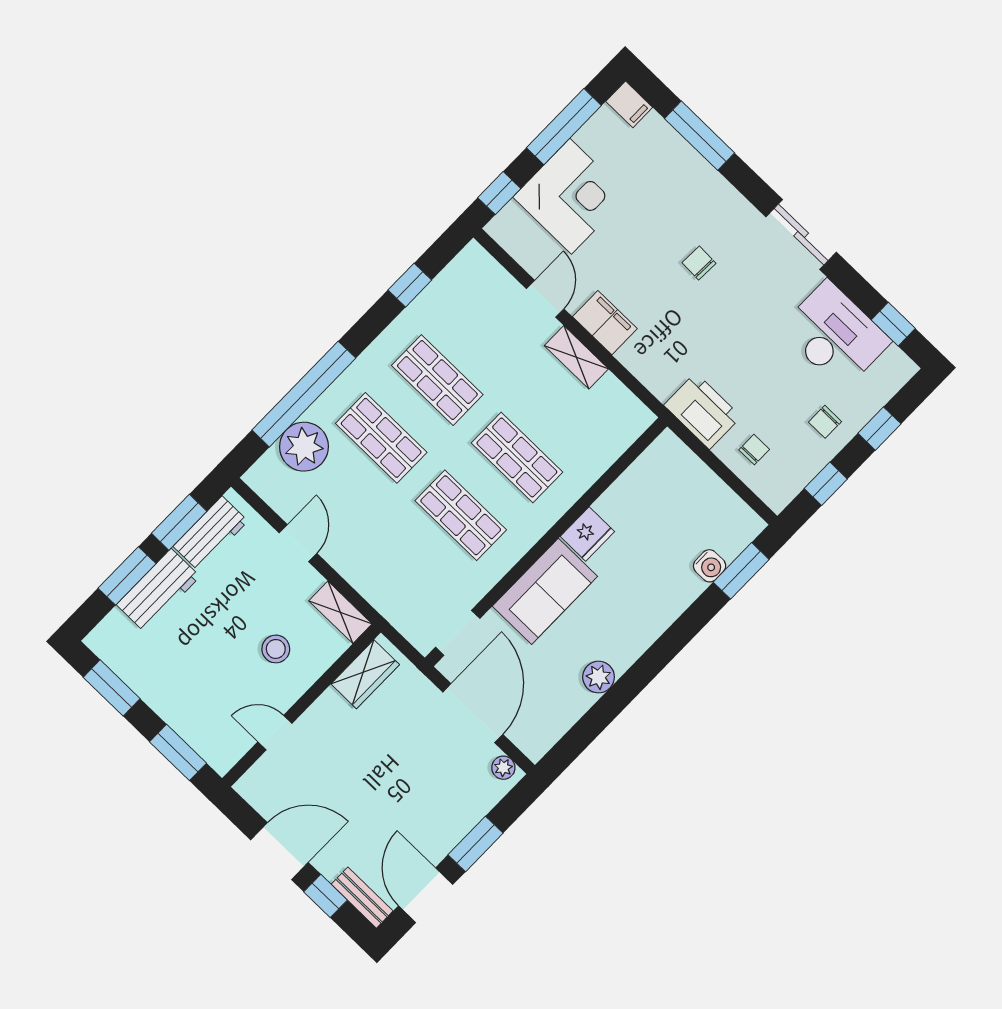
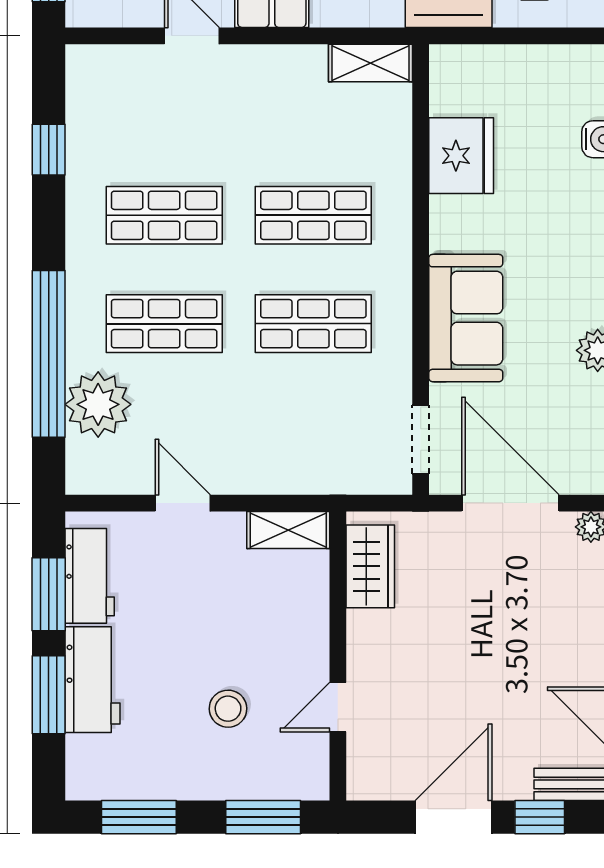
shelving: (576, 357) -> (370, 63), moved
fridge: (587, 534) -> (461, 156), moved, width x1.36, depth x1.34
stool: (276, 649) -> (228, 709), moved

